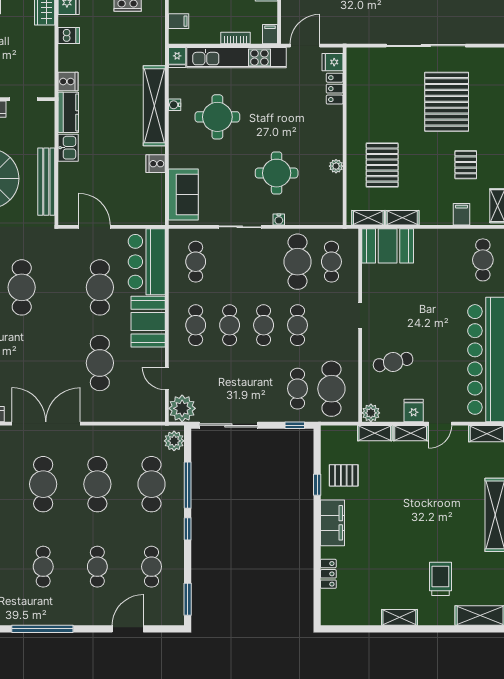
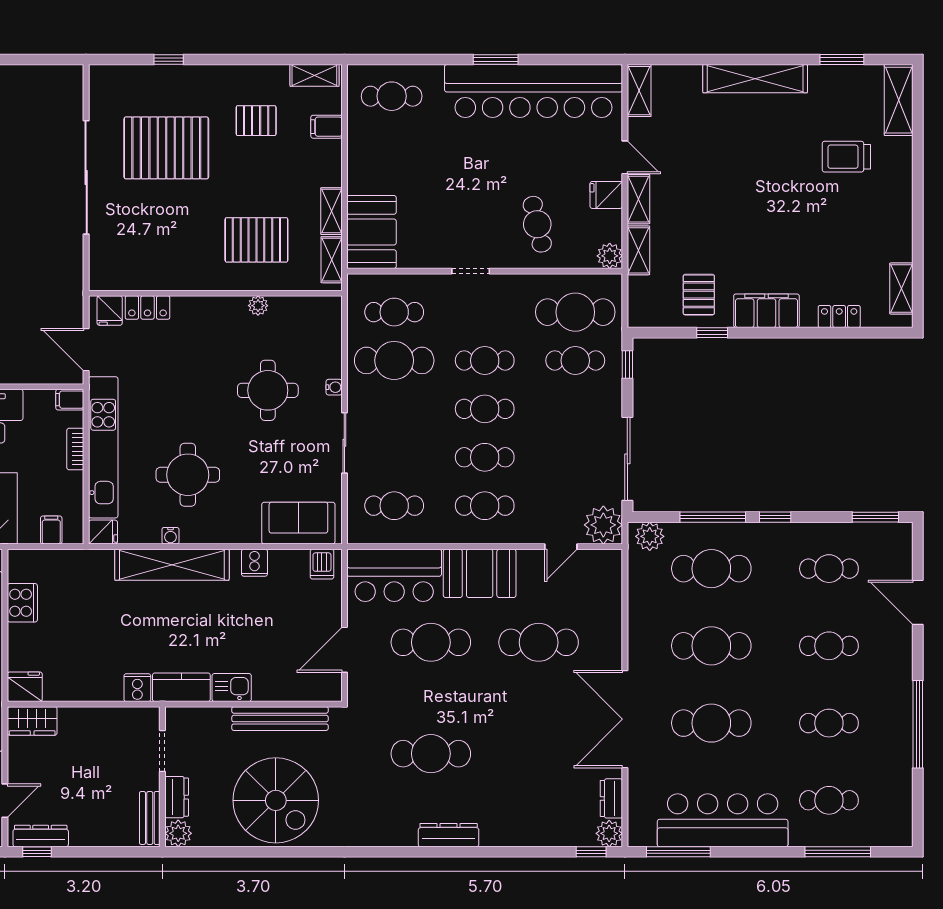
dishwasher: (69, 36) -> (322, 564), moved, turned 180
shelving: (399, 617) -> (901, 288), moved

